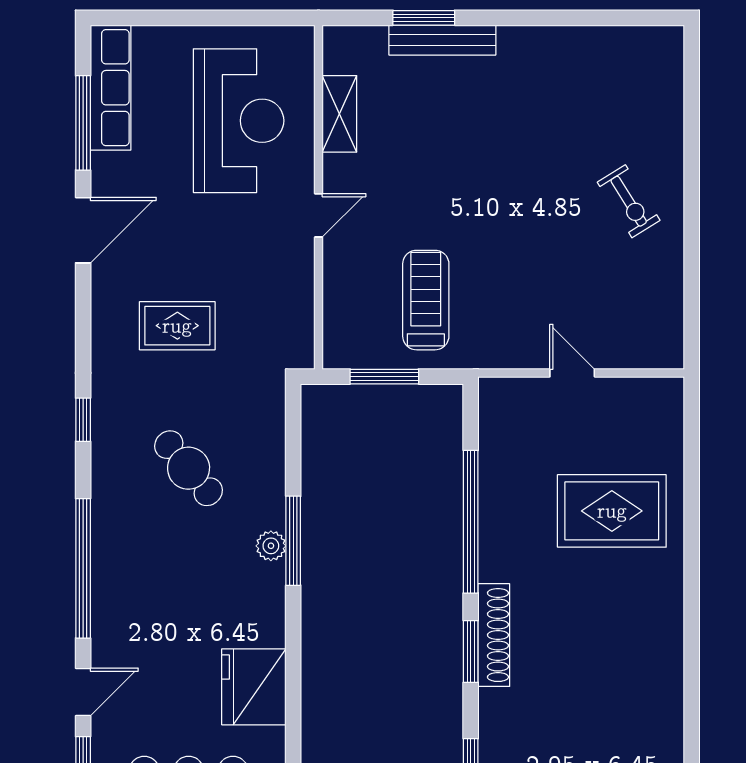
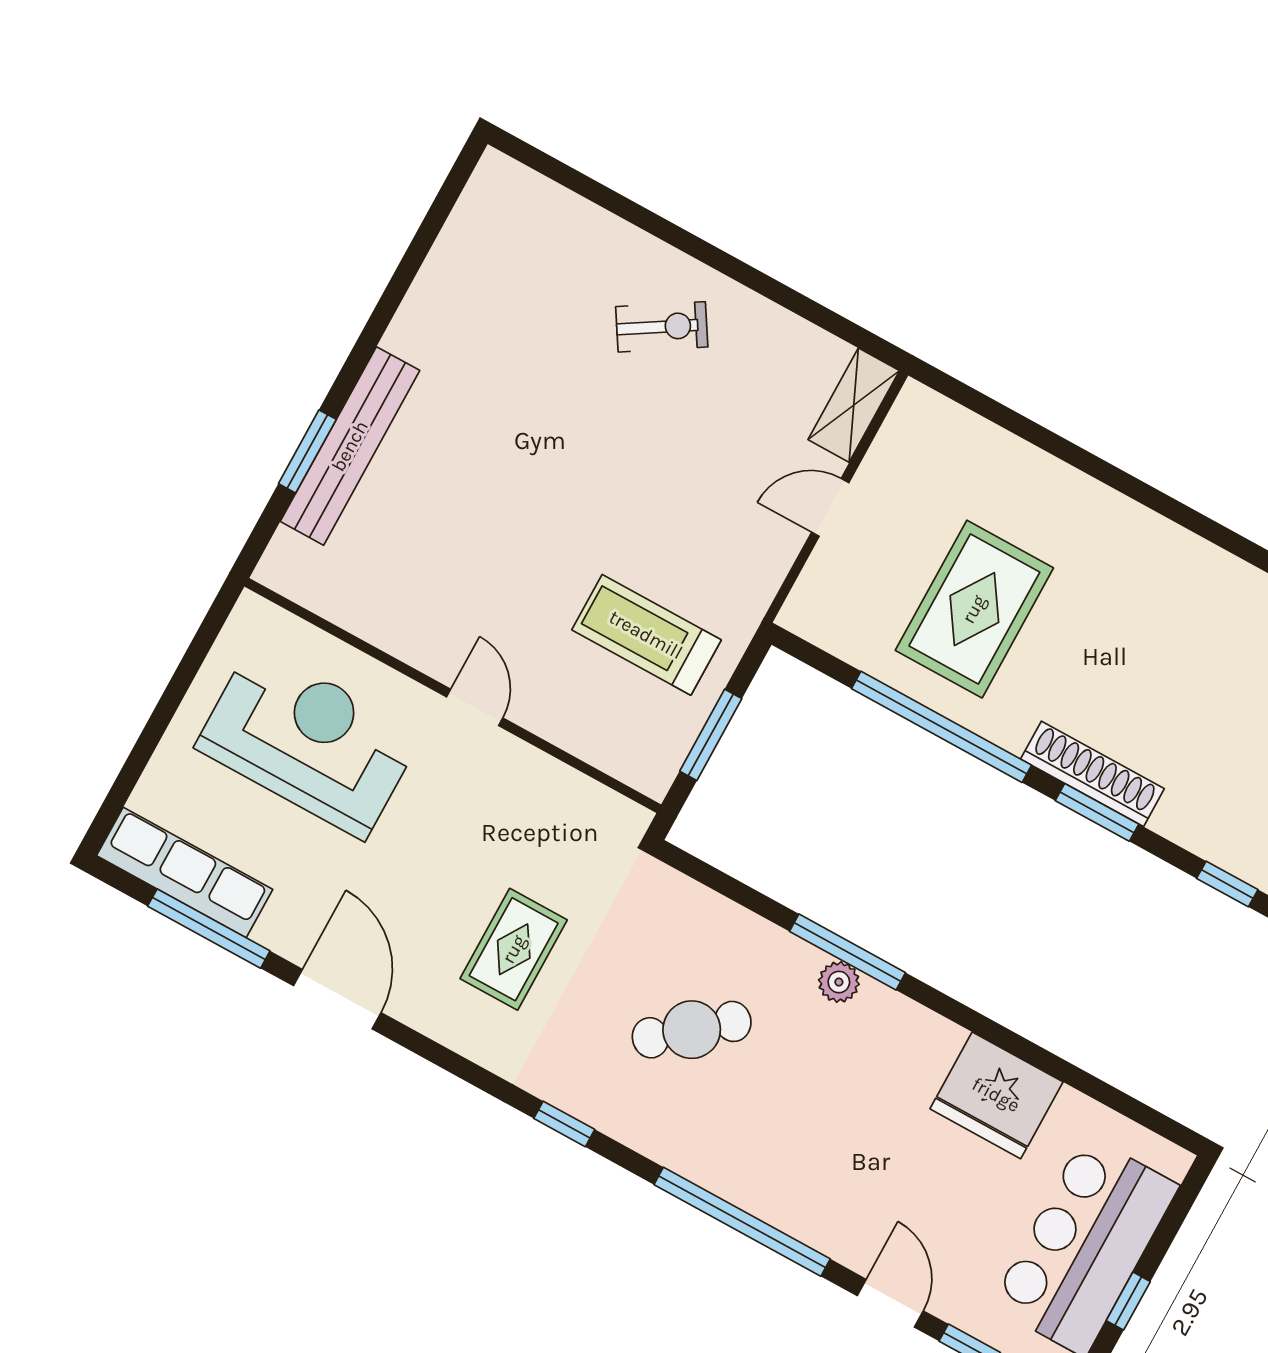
bench: (442, 40) -> (350, 446), width x1.37, depth x1.21
shelving: (339, 114) -> (854, 405), moved, turned 90
rug: (612, 511) -> (974, 609), moved

